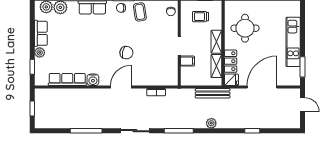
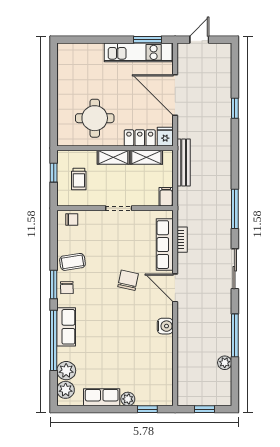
kitchen unit: (293, 42) -> (138, 52), moved
filing cabinet: (188, 61) -> (166, 197), moved
row of seats: (67, 79) -> (165, 245), moved
plant: (211, 123) -> (225, 363), moved

